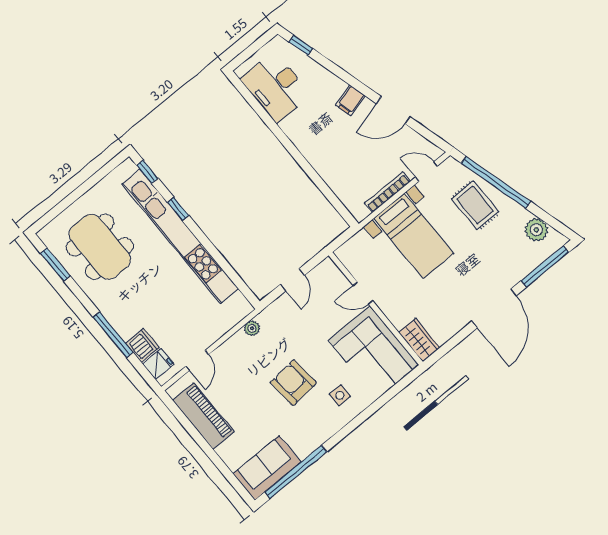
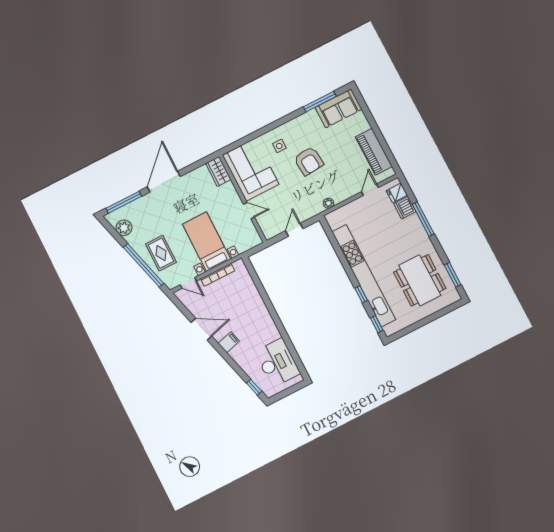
window: (296, 472) -> (320, 102), width x0.68

